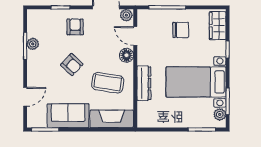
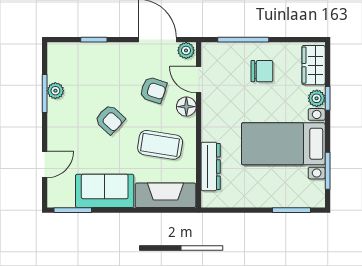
armchair: (75, 27) -> (153, 90), moved, turned 108
dresser: (144, 83) -> (211, 166), moved
plant: (220, 114) -> (317, 98), moved

